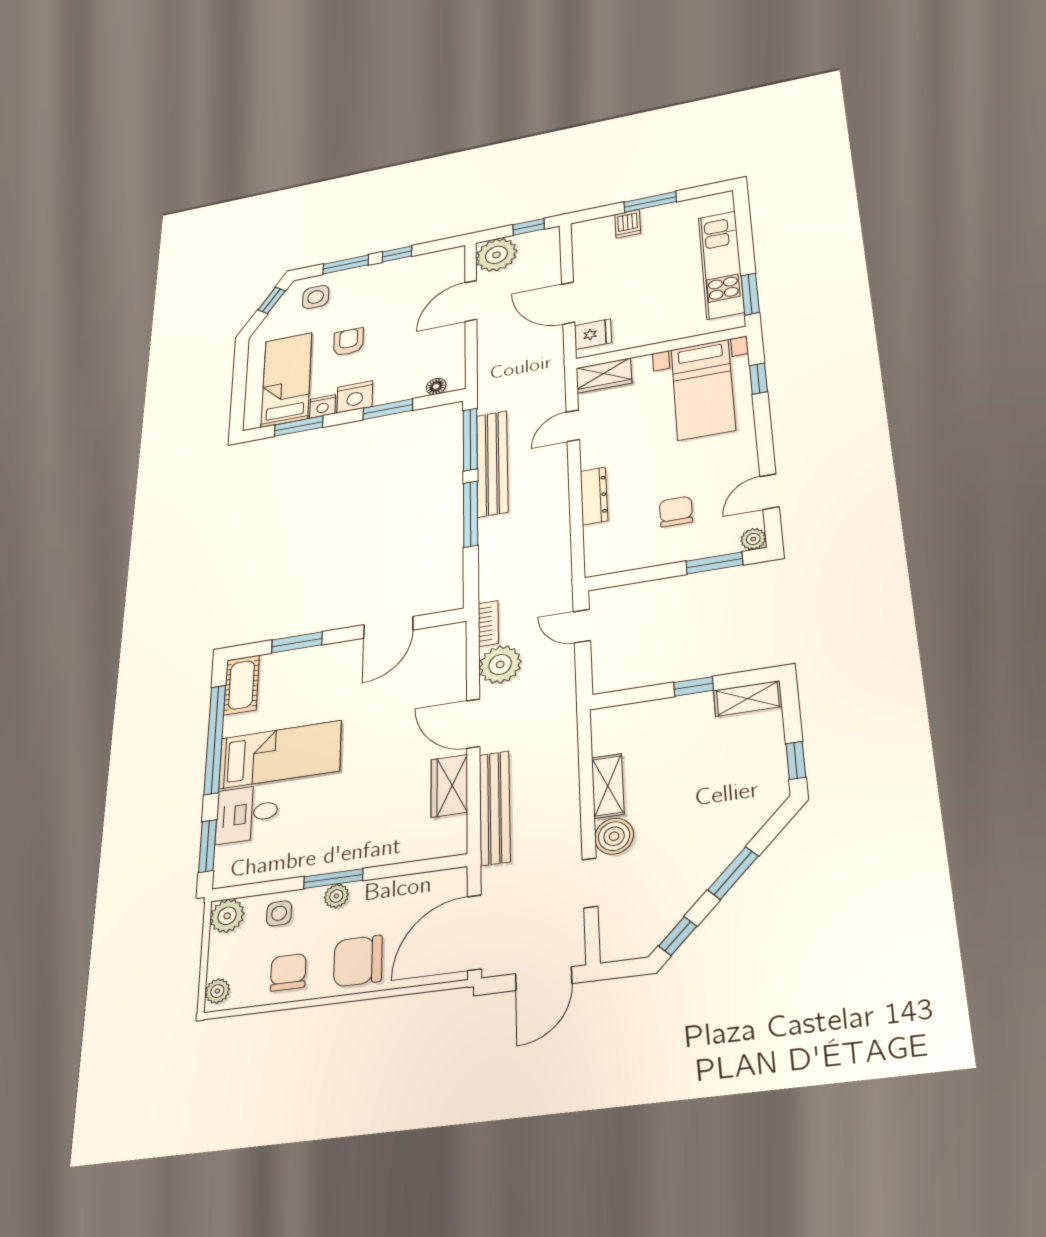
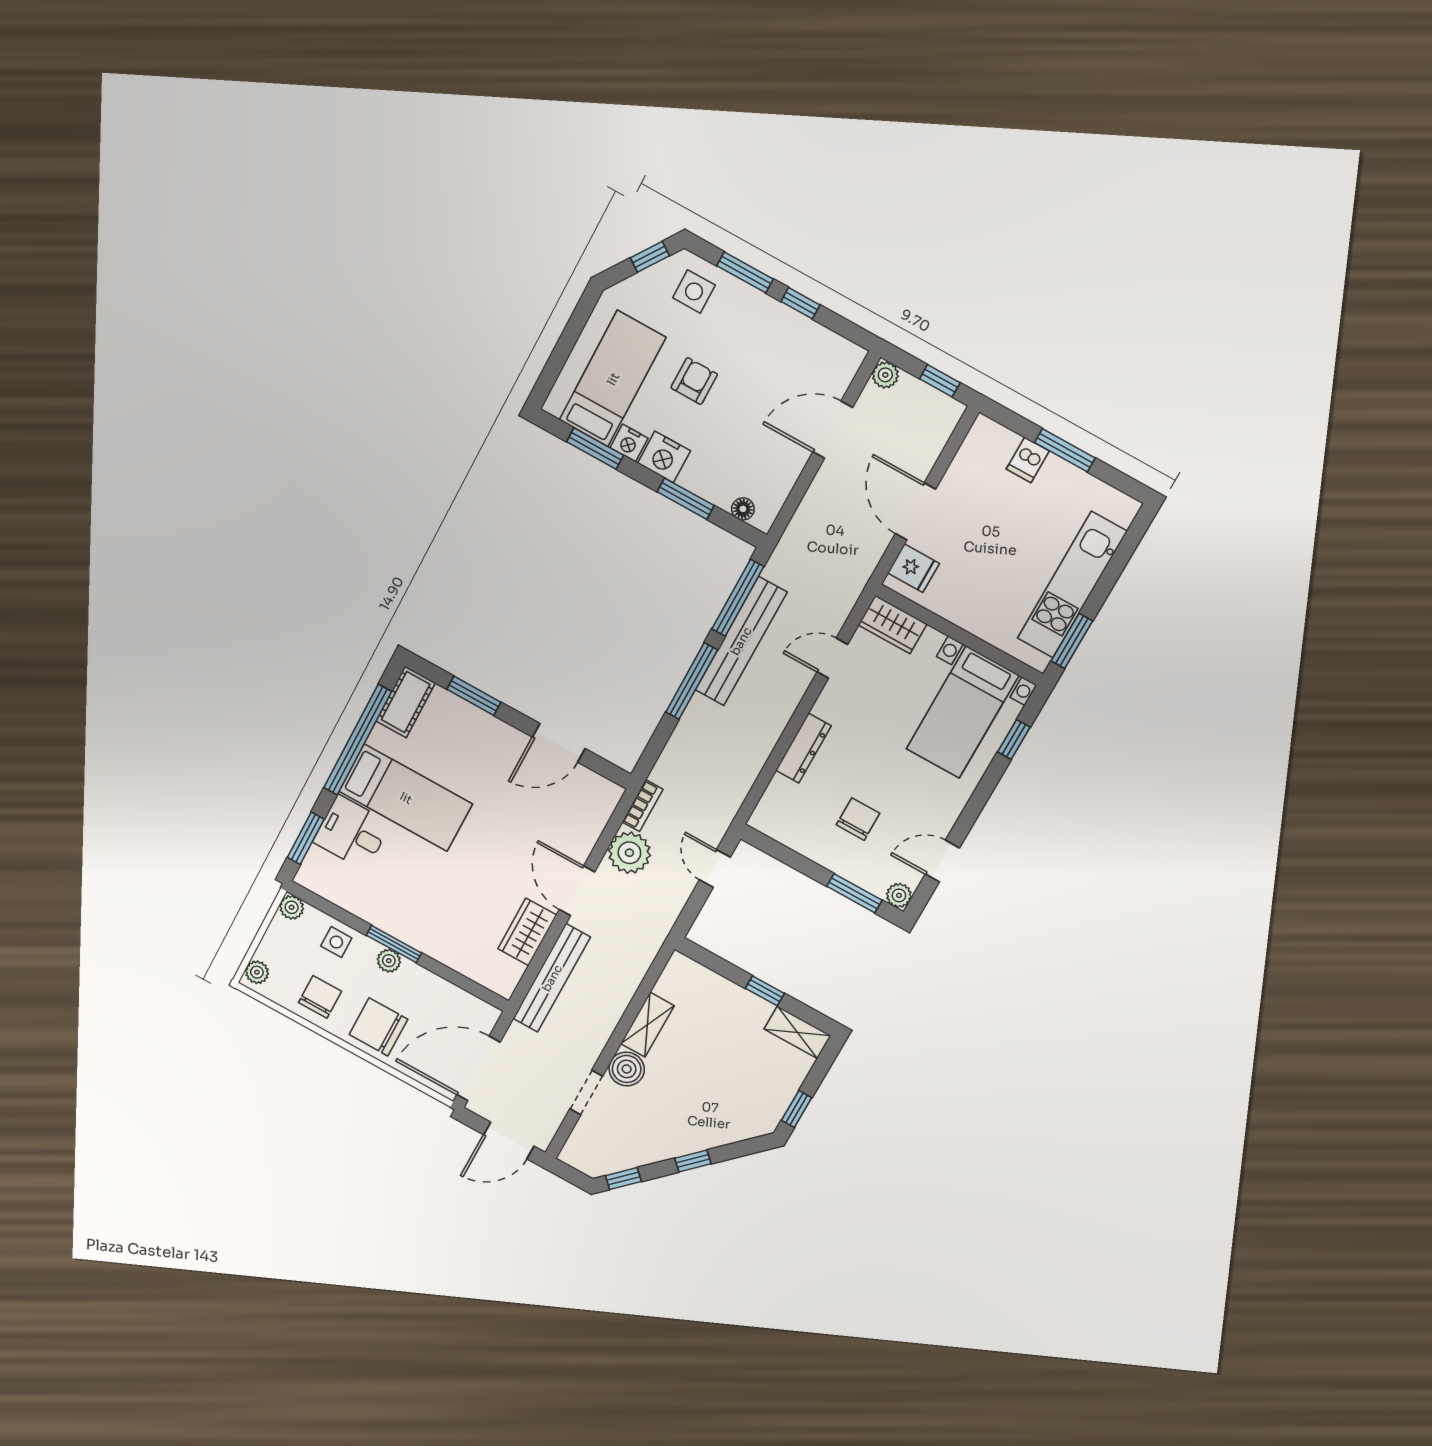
plant: (496, 255) -> (885, 375), width x0.53, depth x0.53
window: (733, 873) -> (693, 1161), width x0.67
plant: (227, 916) -> (292, 907), width x0.73, depth x0.73

